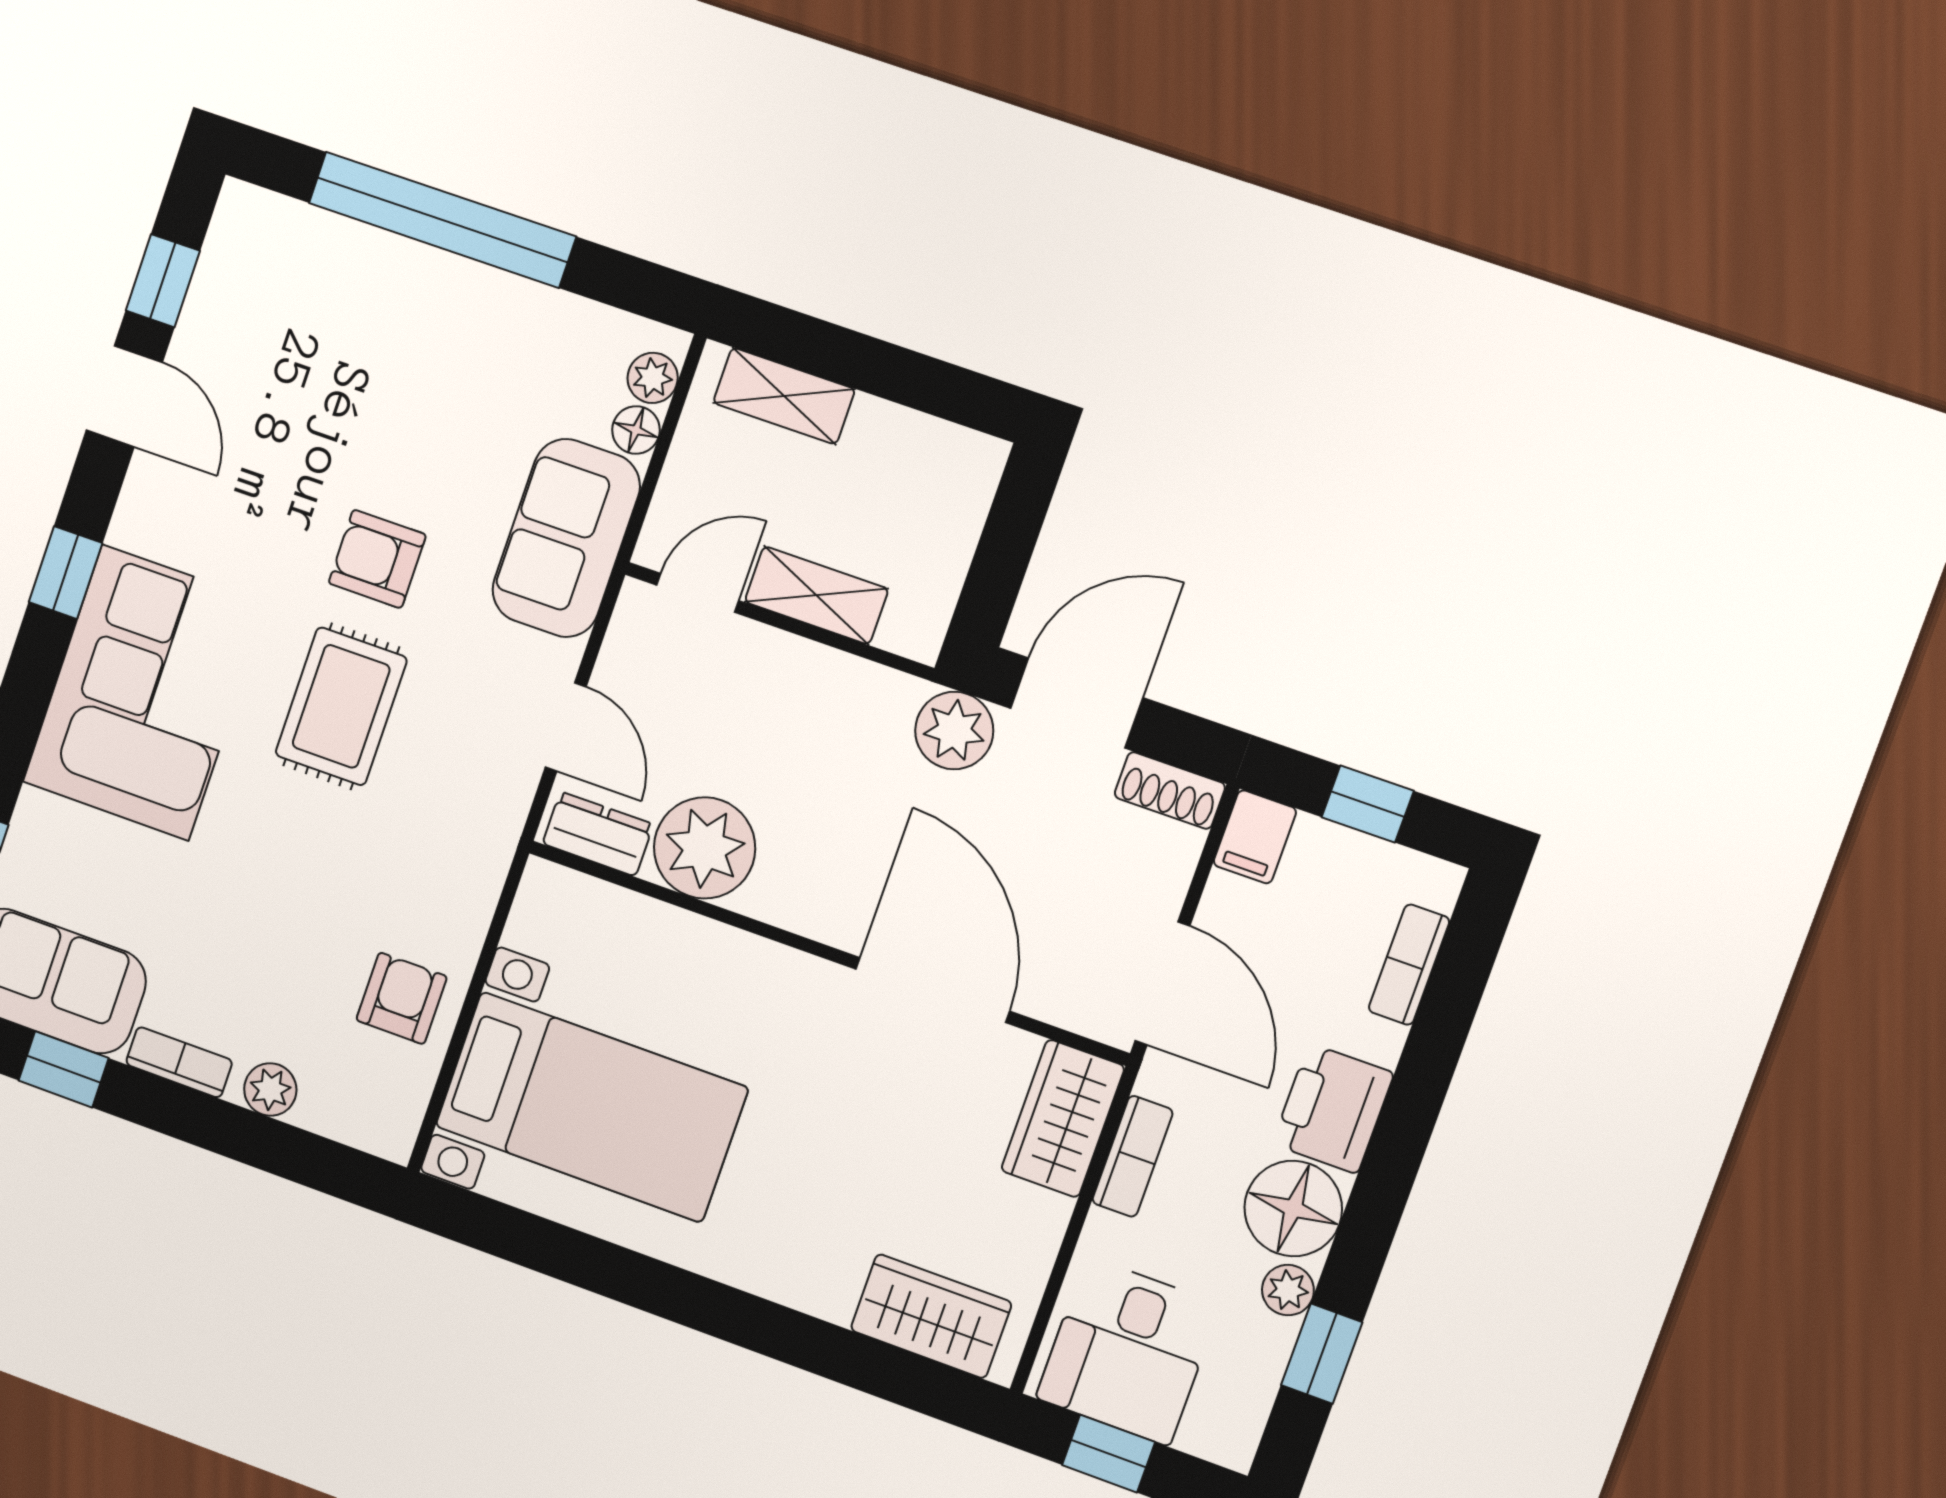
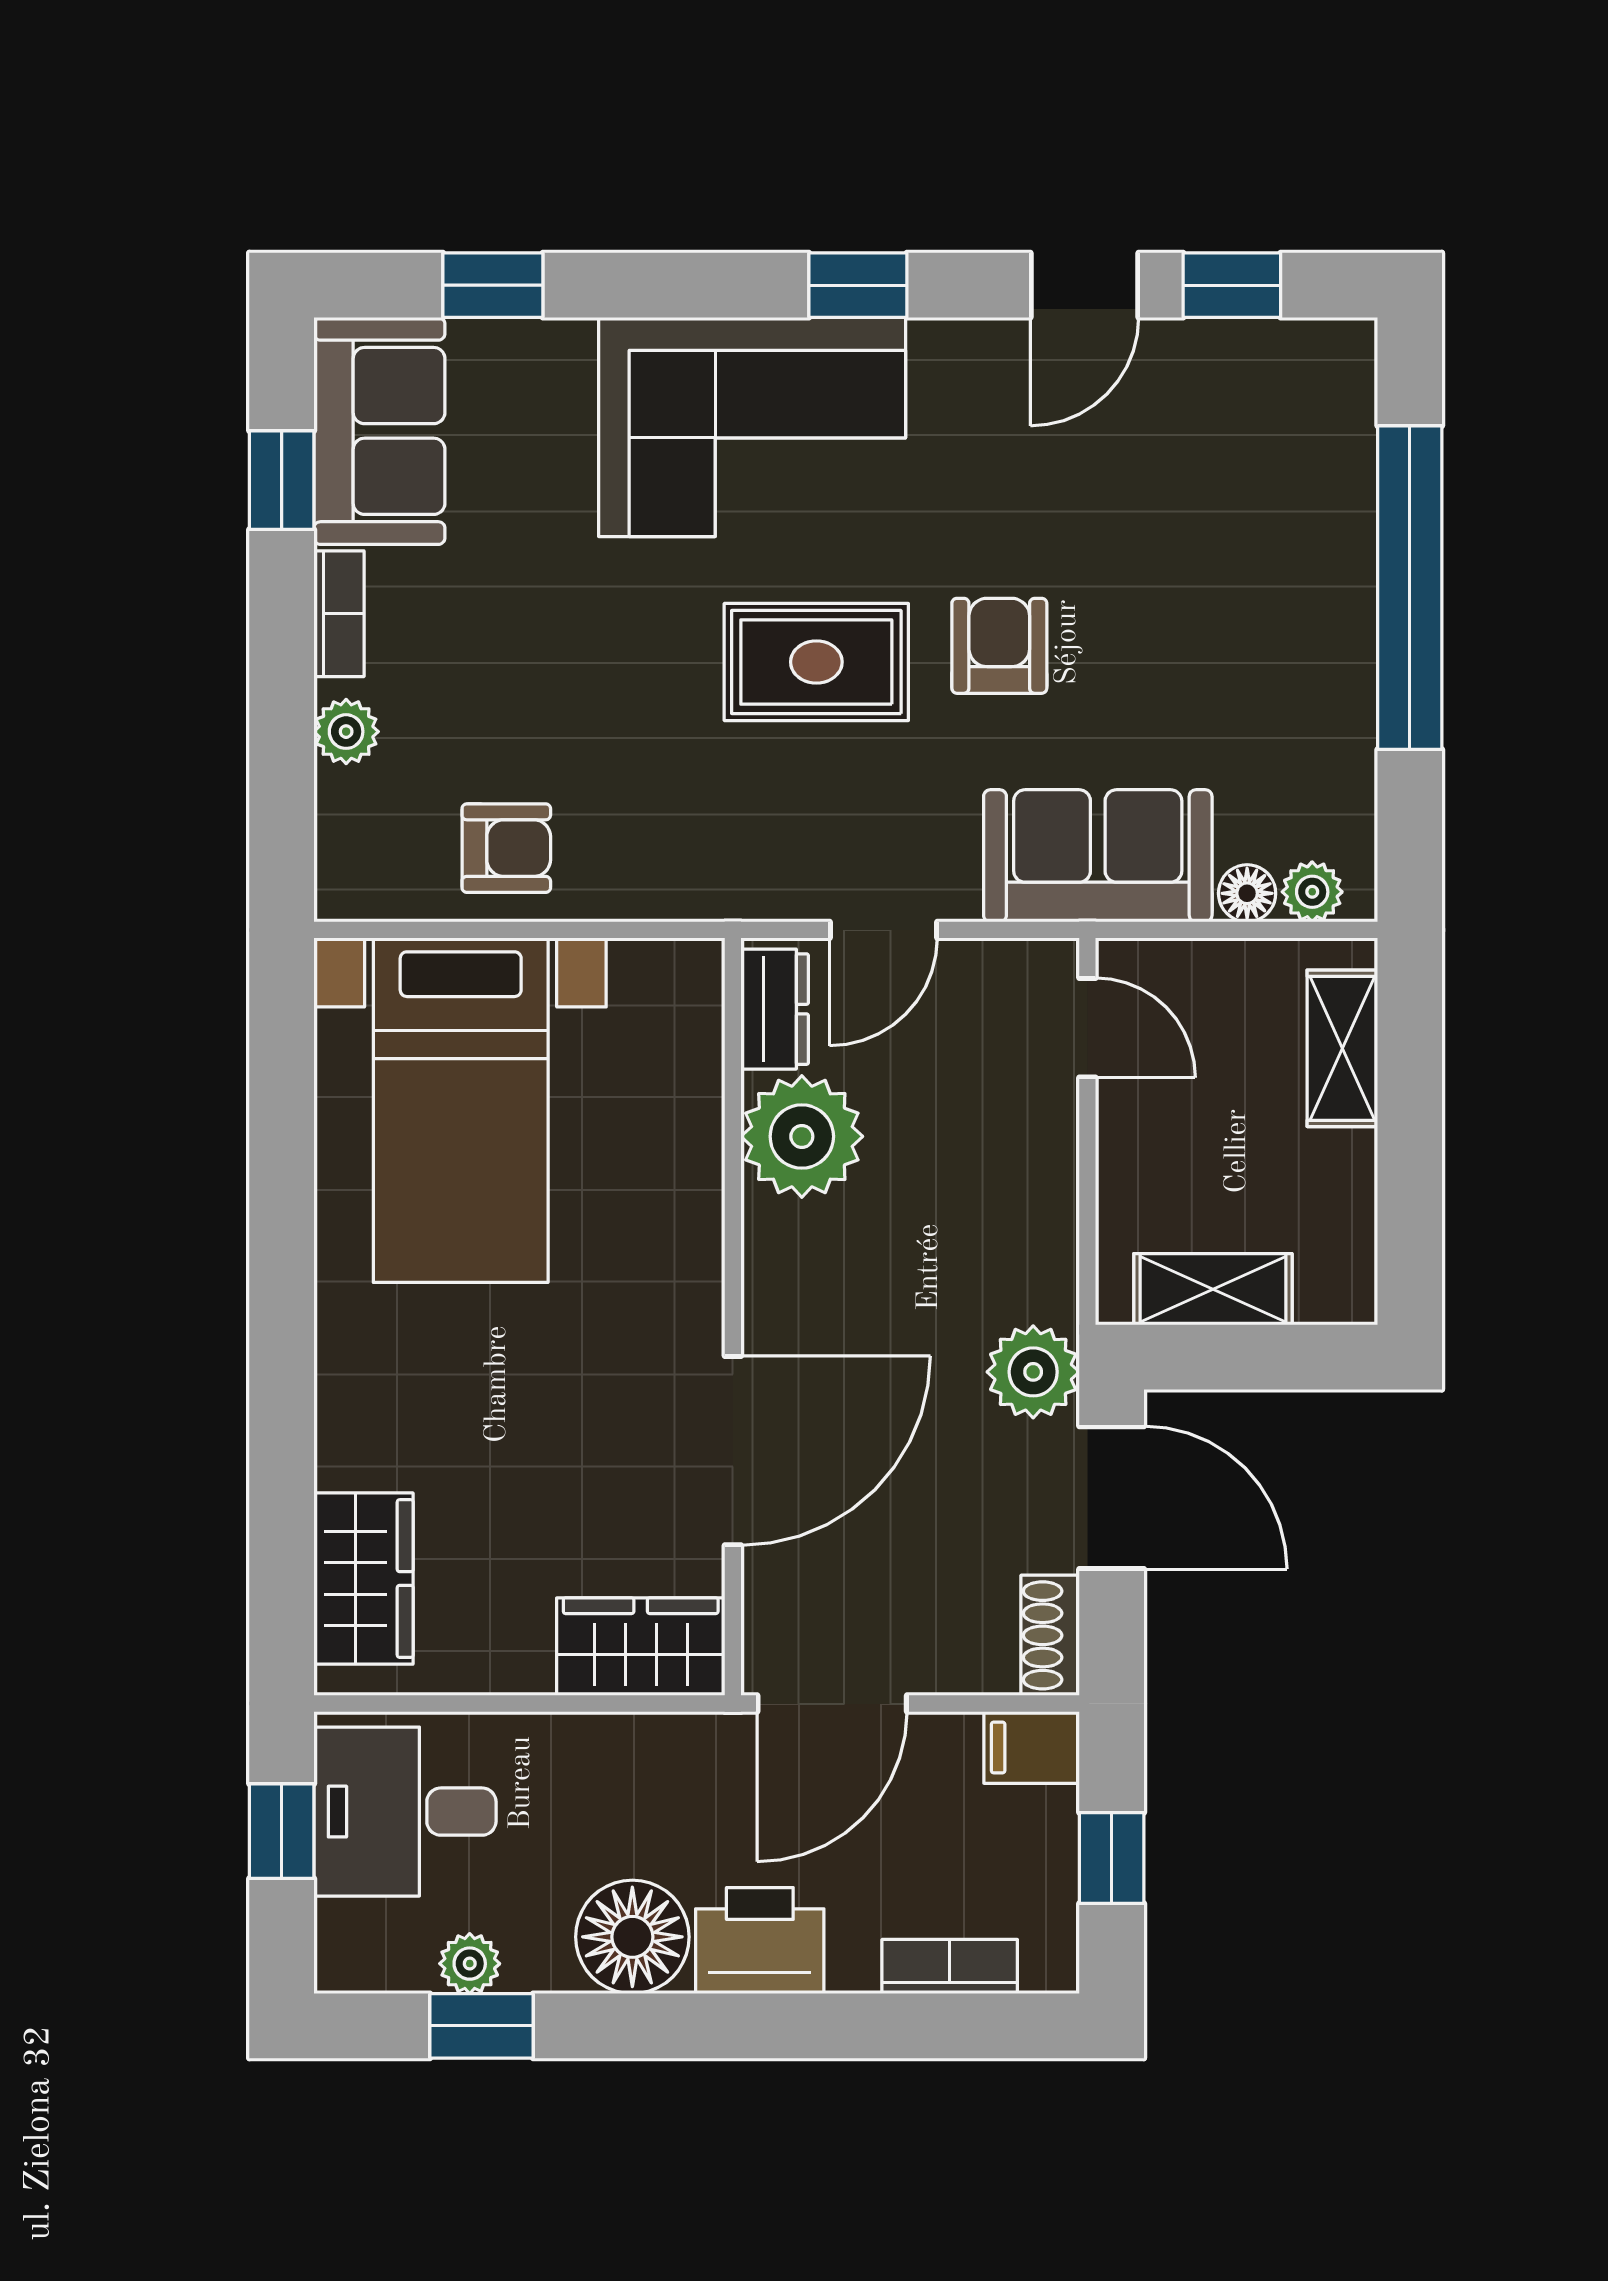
shelving: (816, 595) -> (1213, 1289), moved, turned 90
bookcase: (1133, 1156) -> (626, 1739), removed
plant: (1288, 1290) -> (470, 1964), moved

